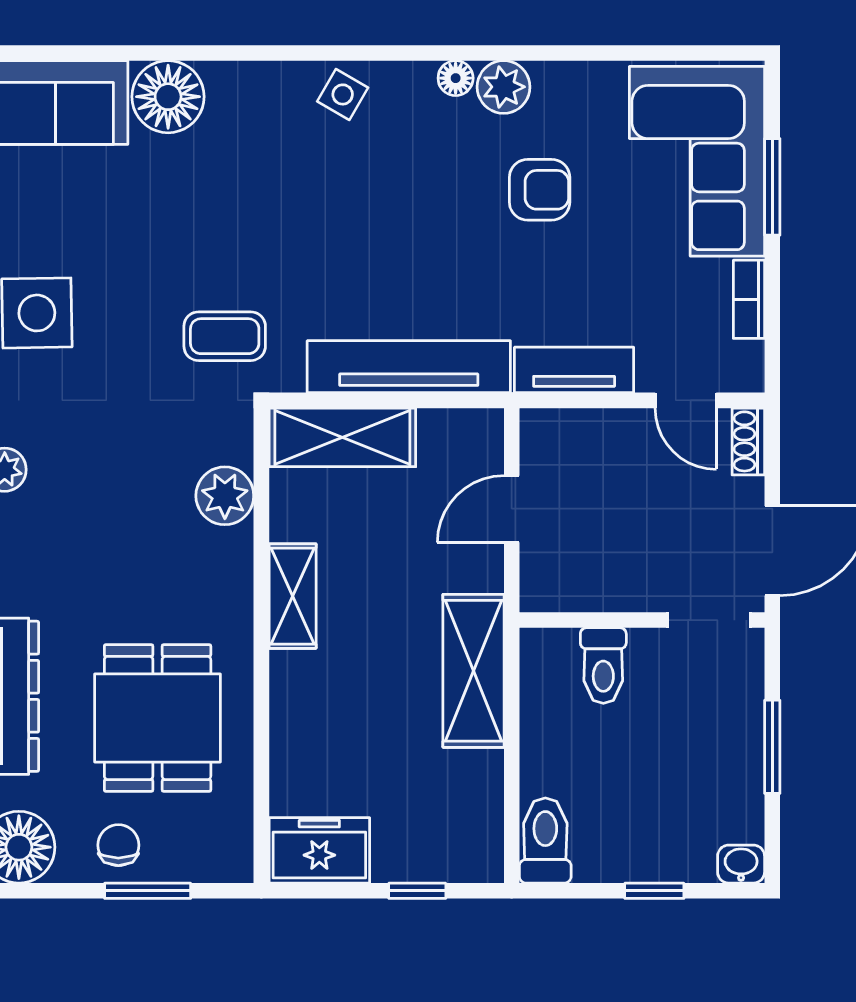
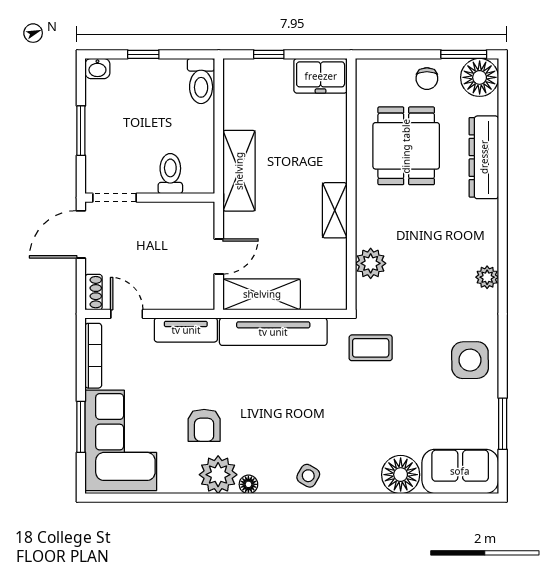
plant: (504, 87) -> (218, 475), width x1.36, depth x1.36
armchair: (540, 190) -> (204, 425), turned -90
bookcase: (749, 299) -> (93, 356), width x1.56
shelving: (342, 437) -> (262, 294), moved
window: (148, 891) -> (464, 54), moved

